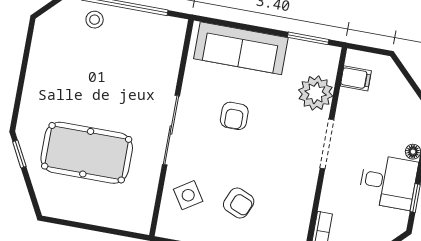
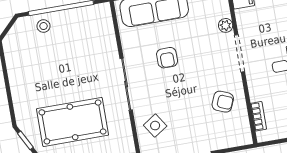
plant: (316, 93) -> (226, 25), width x0.53, depth x0.53
armchair: (239, 203) -> (223, 102), moved

